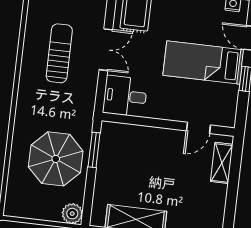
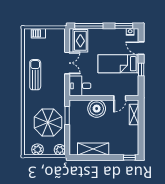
sun lounger: (59, 53) -> (35, 75), moved
boiler: (152, 143) -> (97, 109), added
plant: (30, 208) -> (38, 149), added

